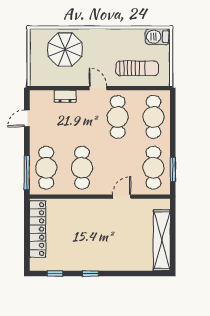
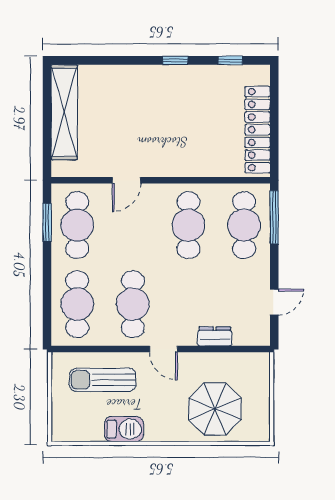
barbecue: (158, 37) -> (124, 429), moved

